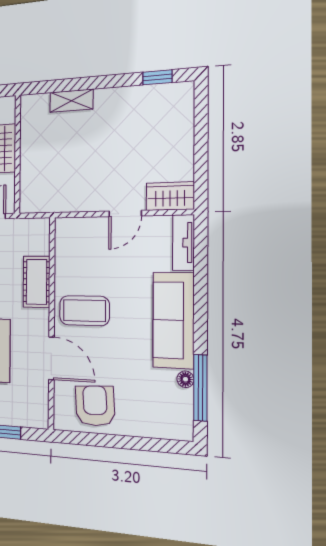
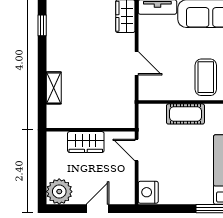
door: (125, 213) -> (137, 63), moved

